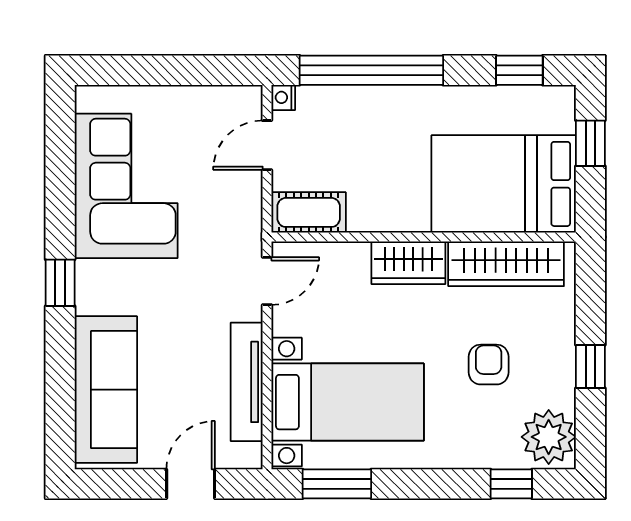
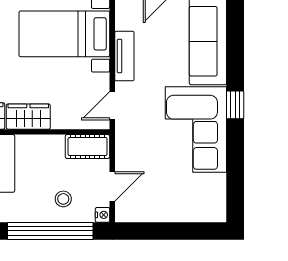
stool: (349, 124) -> (63, 199), added
corner sofa: (126, 186) -> (196, 129), moved
tv unit: (247, 382) -> (124, 56), width x0.71

